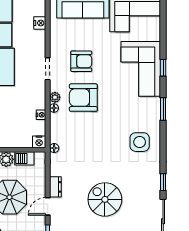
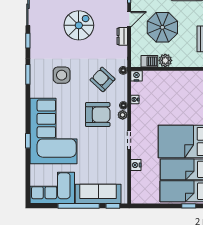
nightstand: (40, 23) -> (136, 165), moved
armchair: (81, 61) -> (103, 79), moved, turned 43
corner sofa: (141, 69) -> (54, 131), width x1.36, depth x1.36
window: (163, 109) -> (28, 74), moved
side table: (140, 142) -> (62, 75), moved
spiral stairs: (105, 199) -> (79, 25), turned -90

